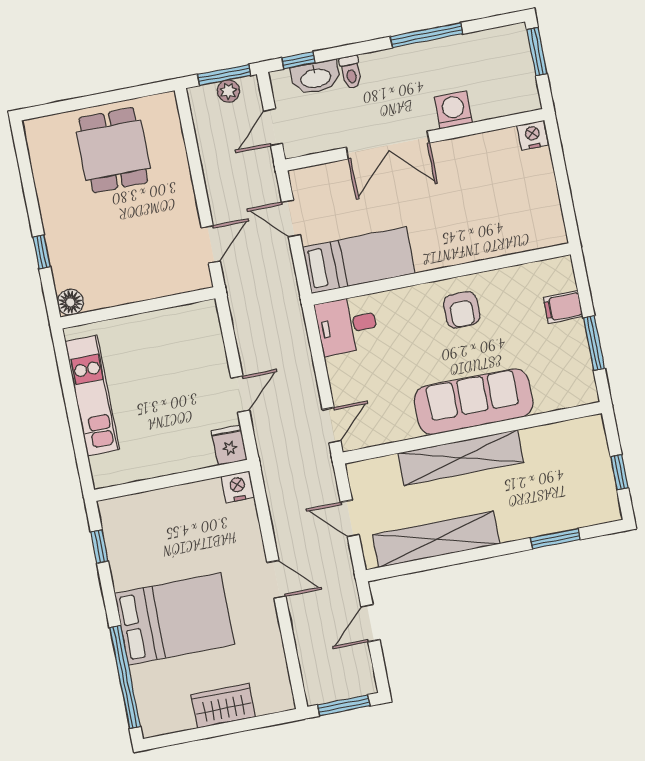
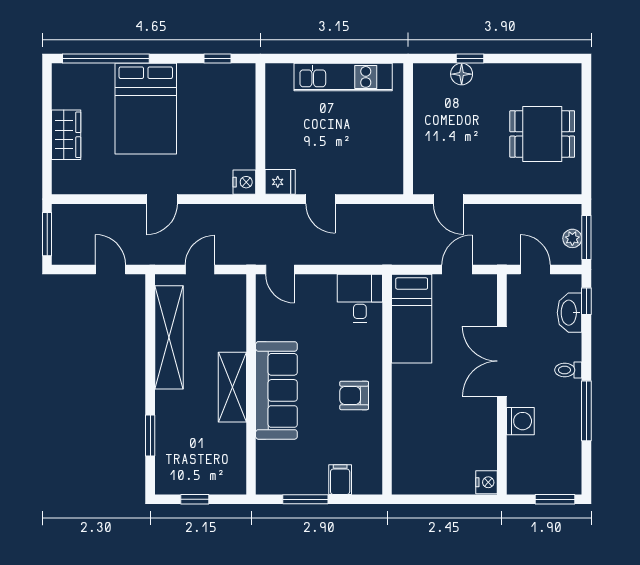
toilet: (351, 72) -> (568, 370), moved
floor lamp: (70, 302) -> (462, 74), moved
shelving: (461, 458) -> (232, 387), width x0.68

